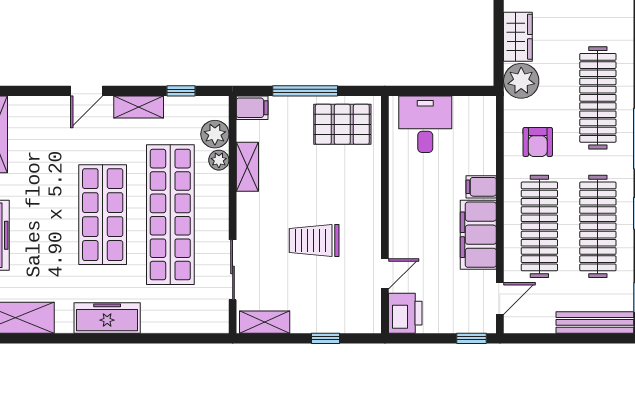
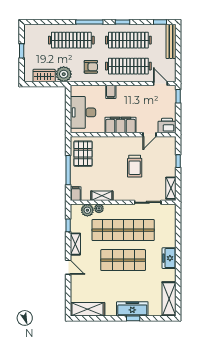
desk: (425, 124) -> (83, 112), width x1.37
filing cabinet: (478, 235) -> (120, 125), moved, turned 180
door: (385, 274) -> (149, 135), swing flipped
freezer: (107, 318) -> (169, 258), width x0.71

